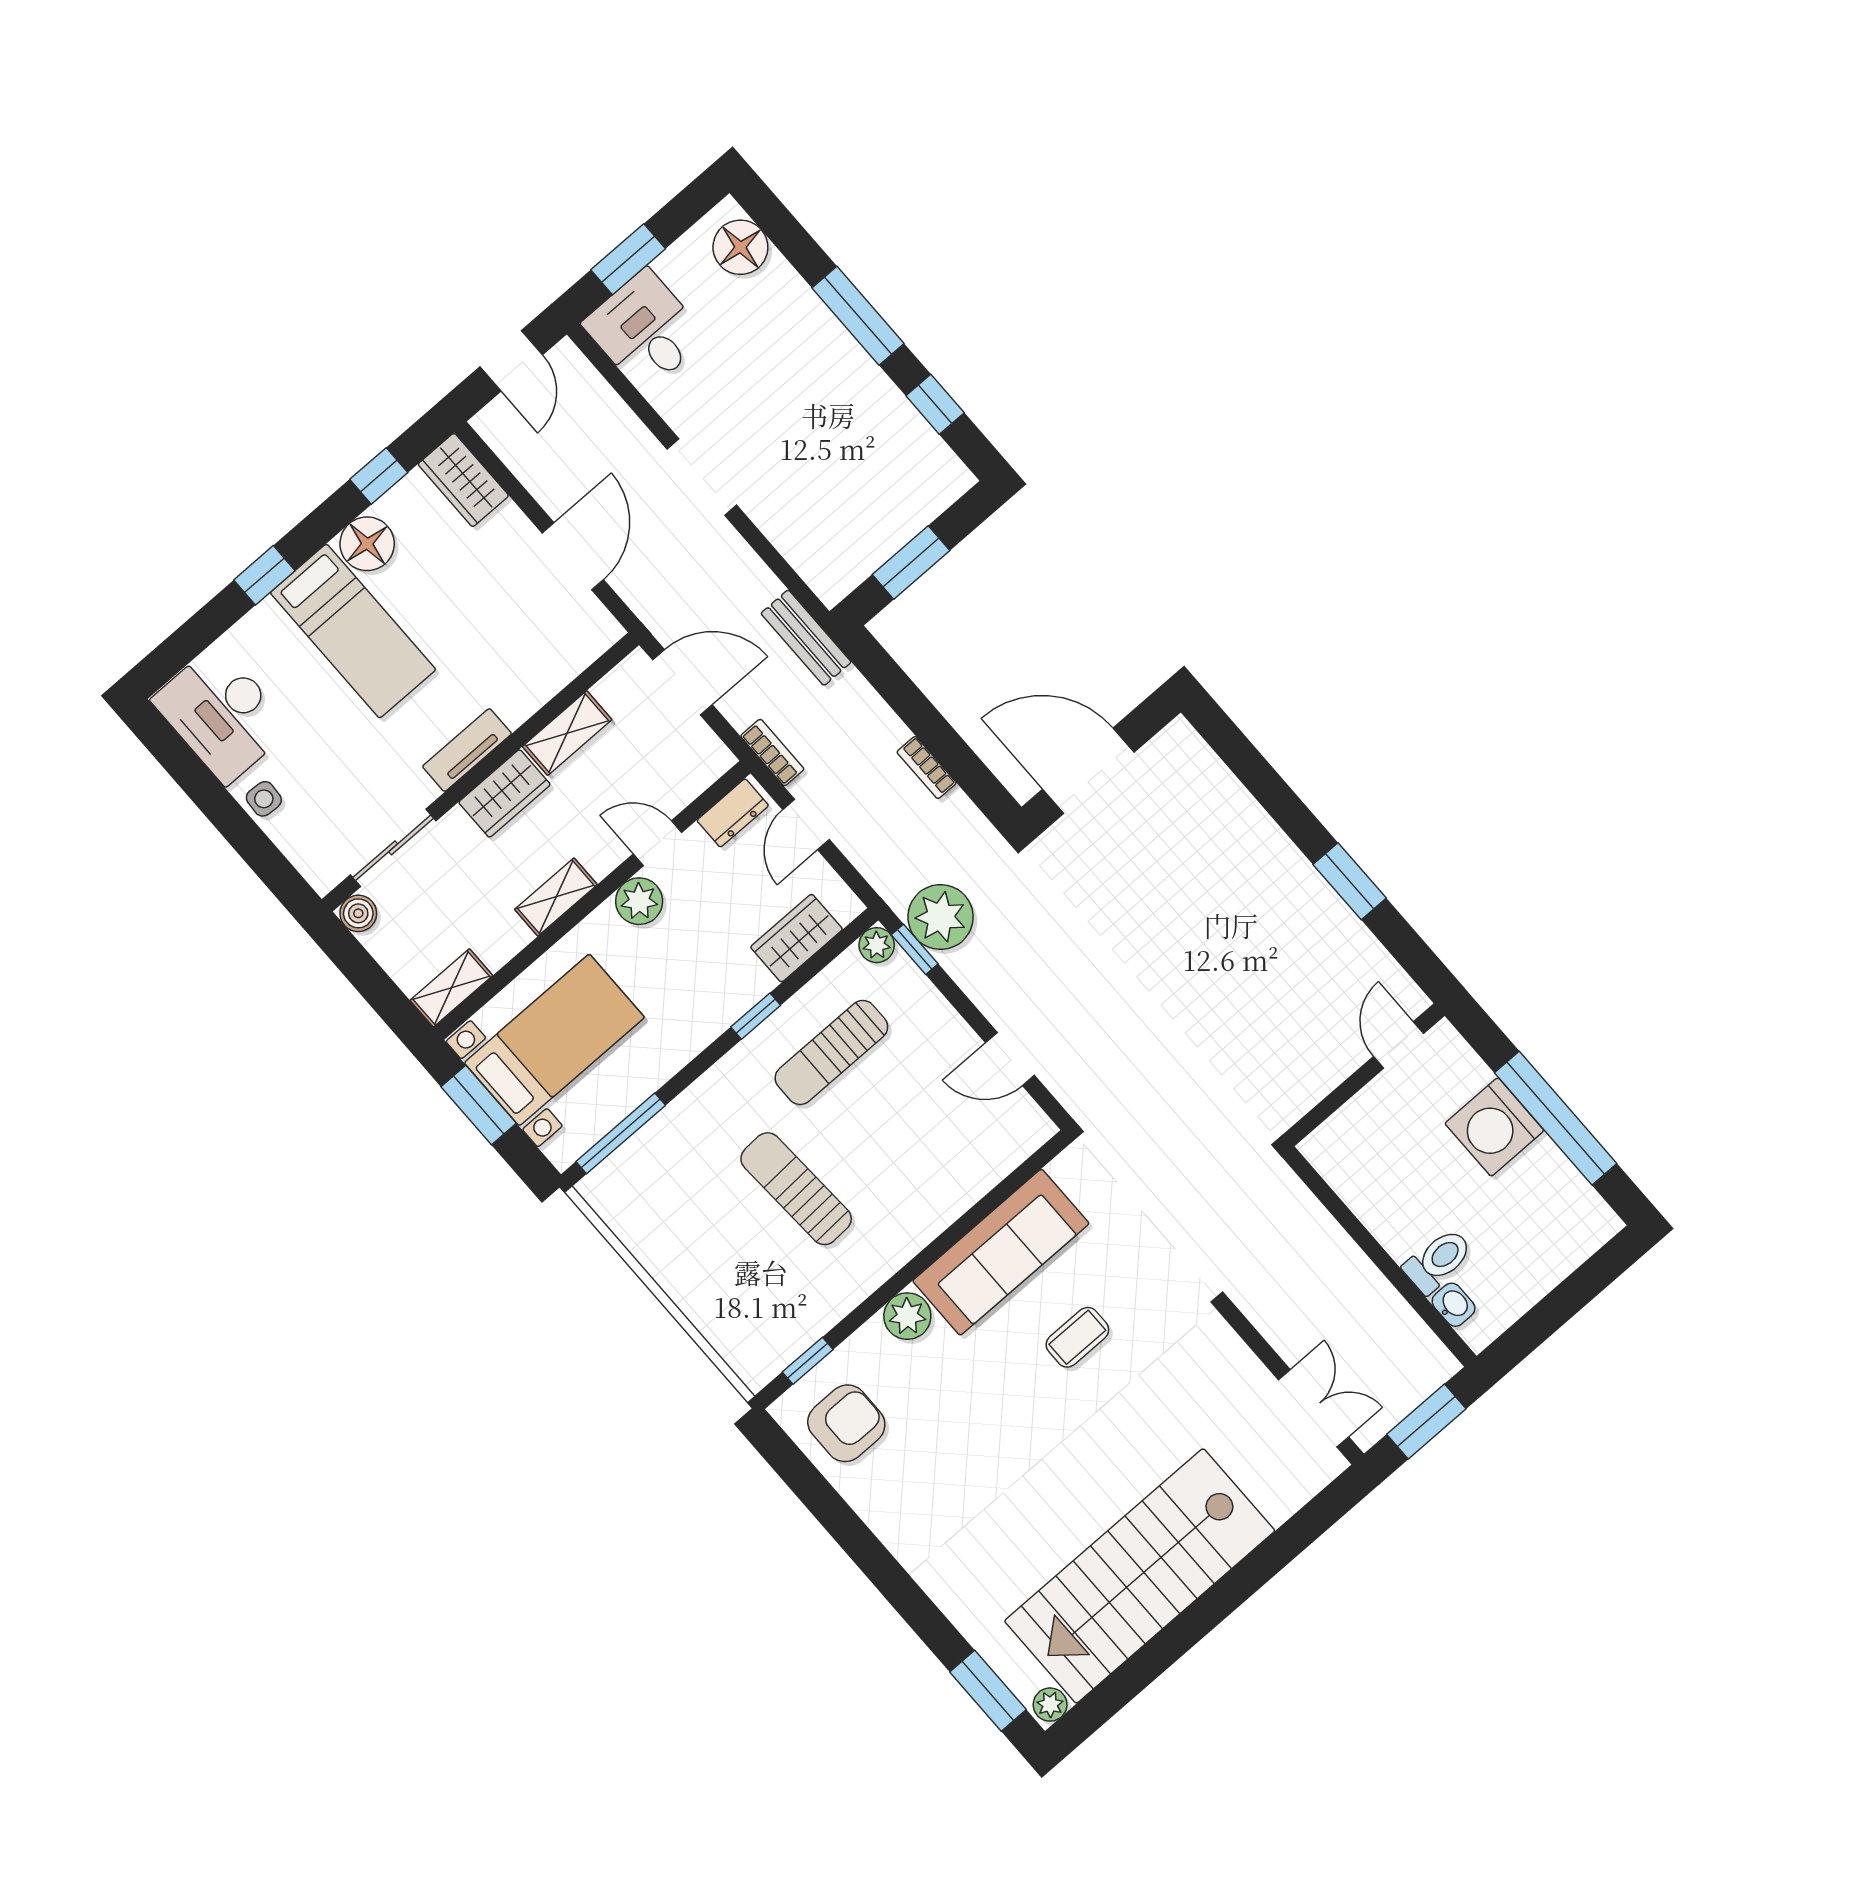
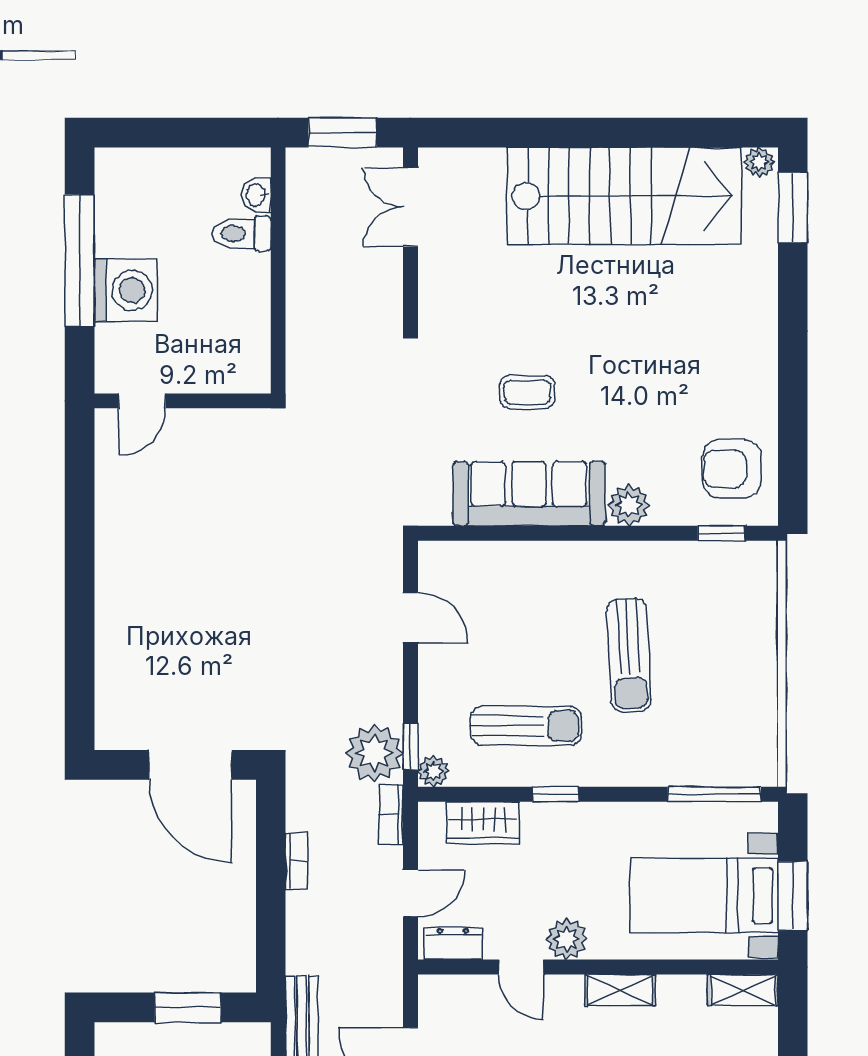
bookcase: (772, 752) -> (391, 815), moved
window: (1350, 881) -> (80, 539), removed

